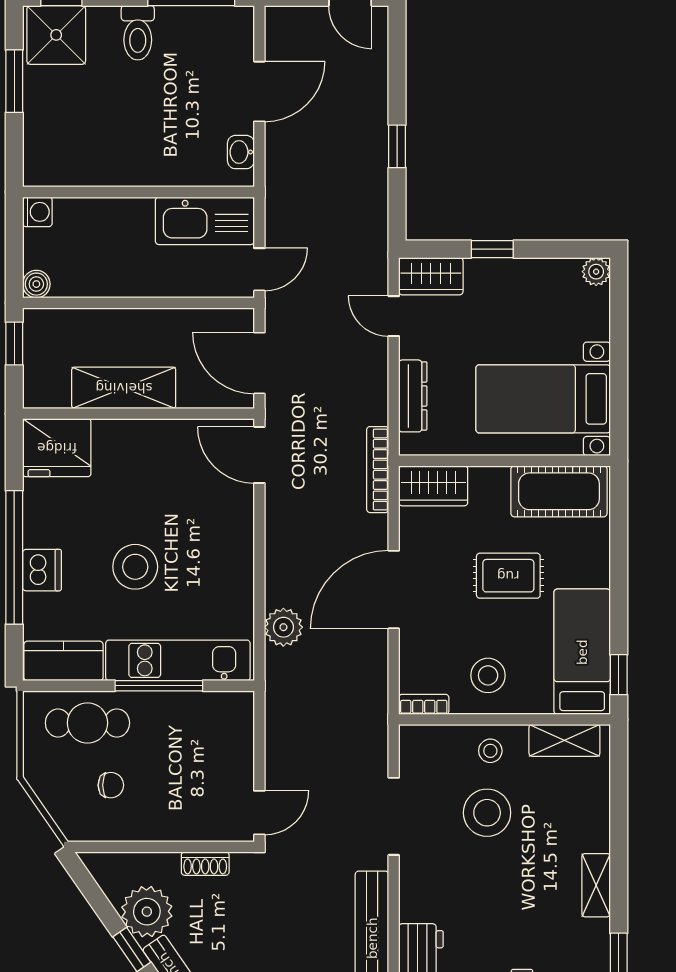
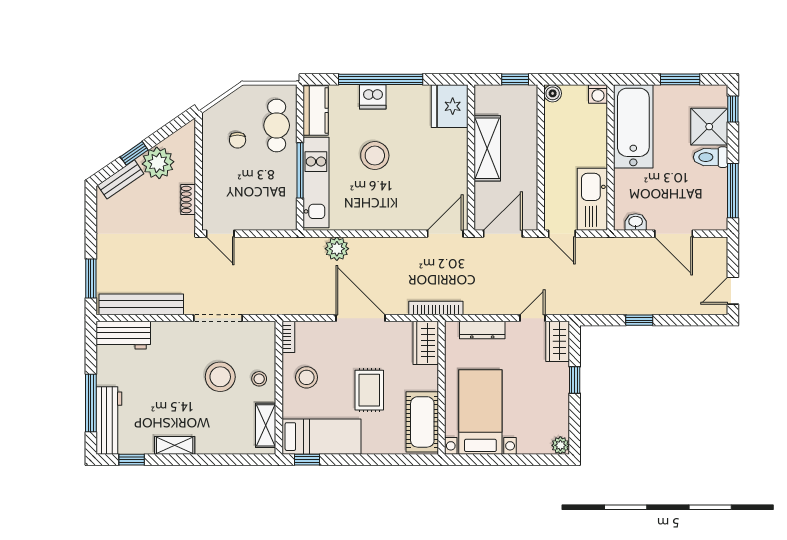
shower: (56, 35) -> (709, 127), moved
bathtub: (89, 156) -> (633, 126), added

